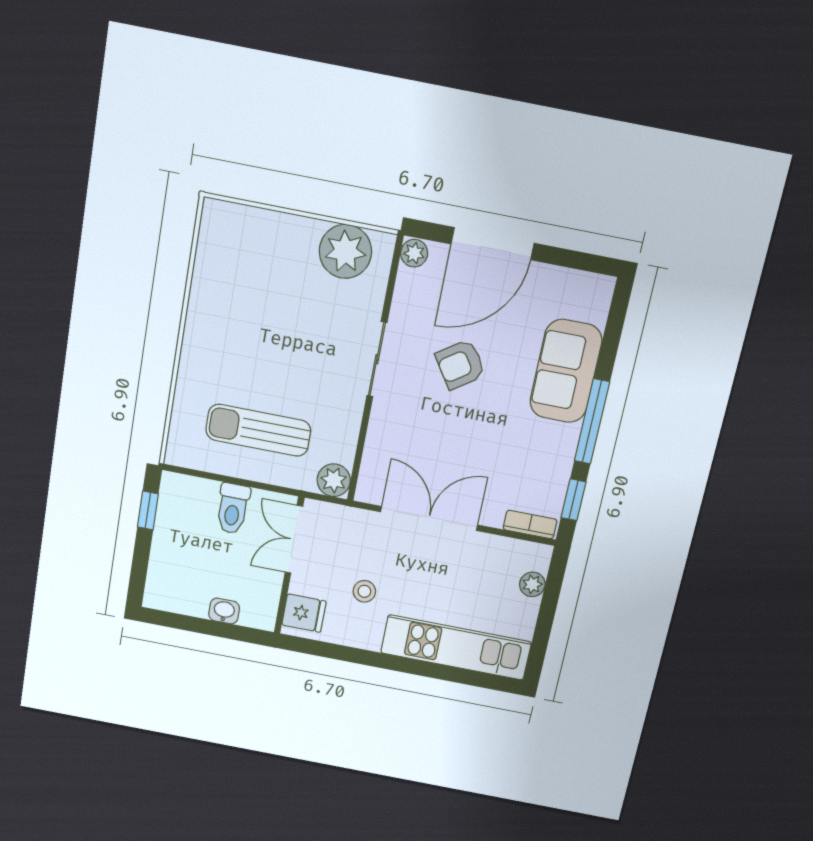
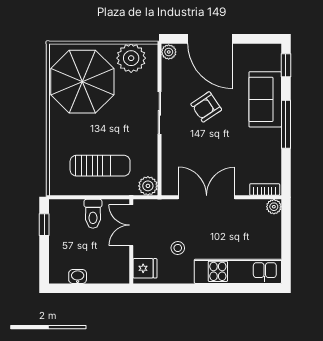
door: (493, 244) -> (210, 39), hinge flipped
parasol: (252, 277) -> (82, 82), added
sun lounger: (258, 430) -> (100, 166), turned 180
window: (573, 500) -> (286, 65), moved
plant: (532, 584) -> (274, 207), moved
washbasin: (224, 611) -> (78, 276), moved

